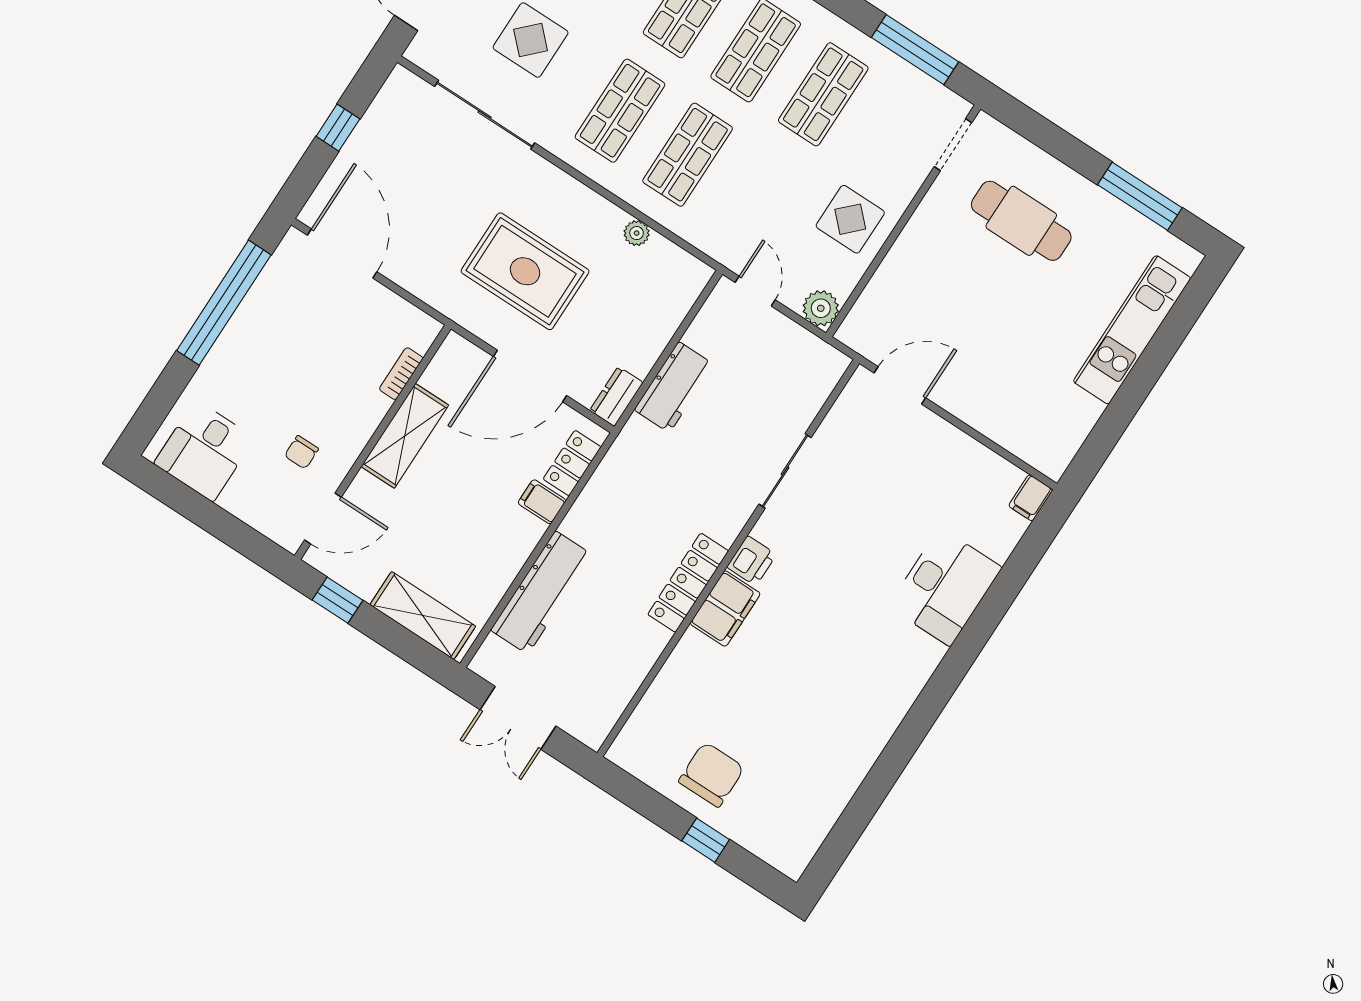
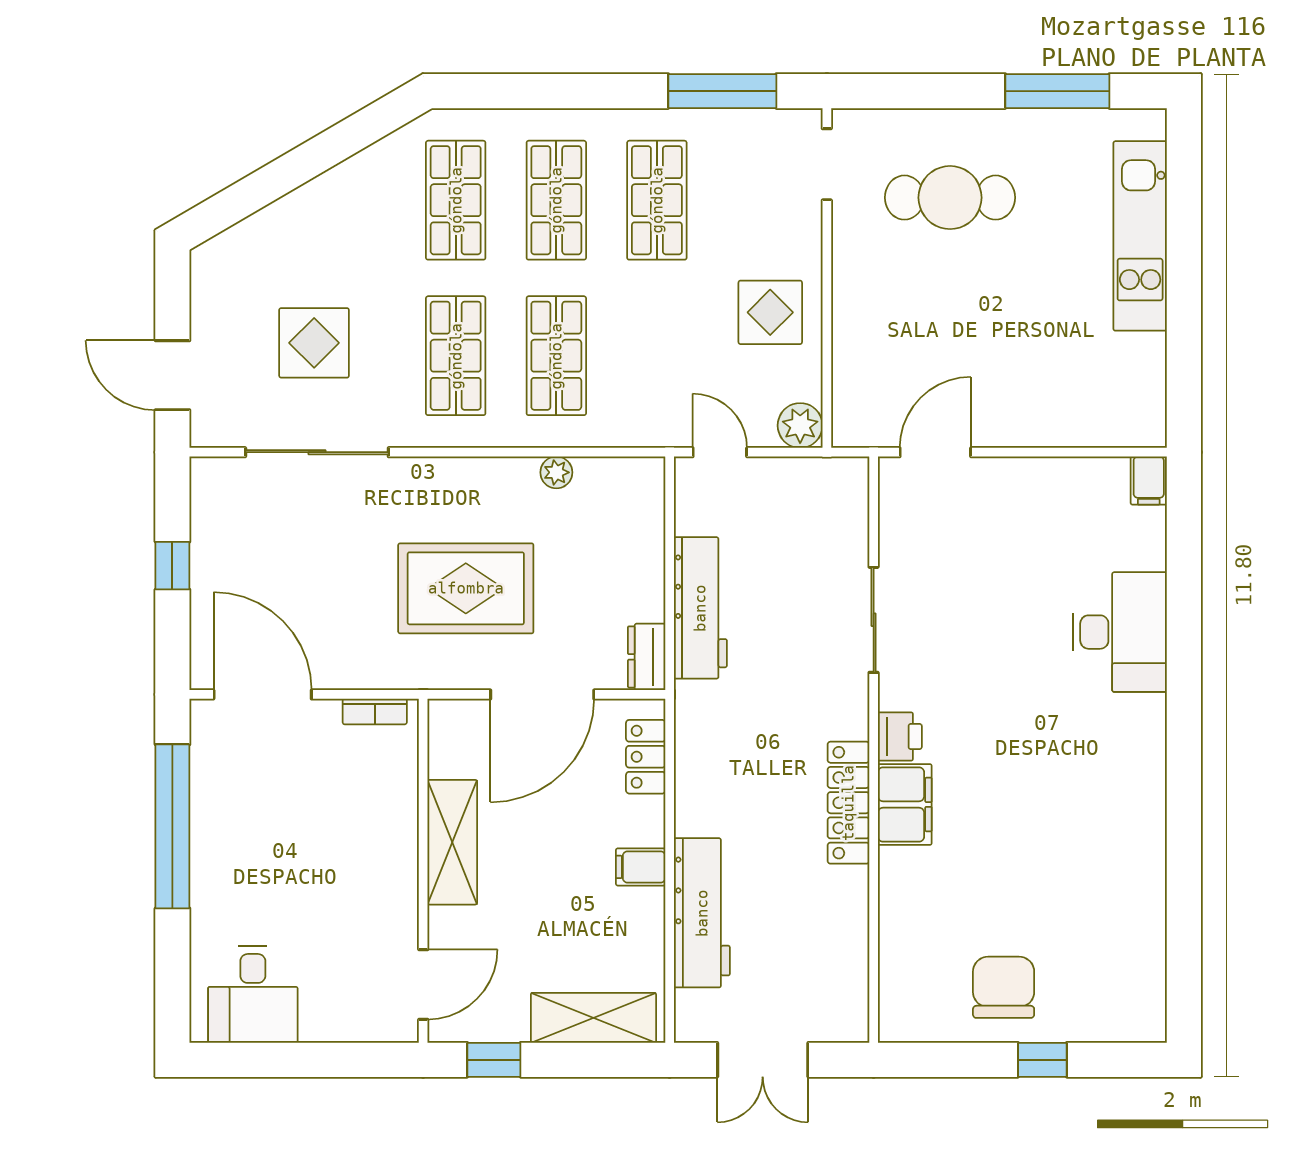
bookcase: (401, 374) -> (375, 711), moved, turned -90
workbench: (674, 387) -> (700, 608), width x1.38
chair: (301, 452) -> (355, 930), removed
filing cabinet: (542, 502) -> (641, 867), moved

